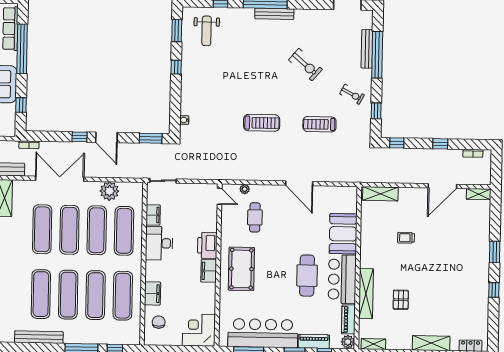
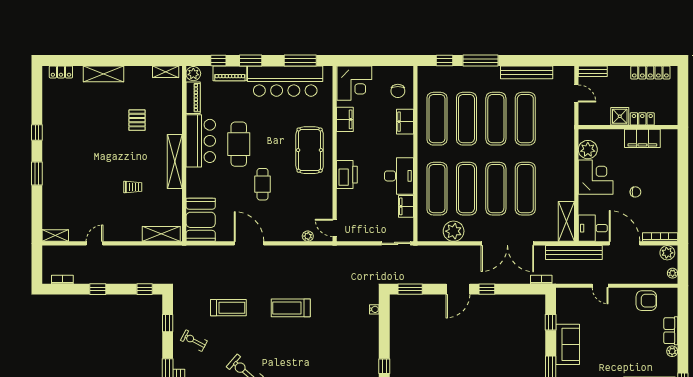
door: (106, 137) -> (458, 289), swing flipped
door: (442, 186) -> (95, 243), width x0.53
cafe table: (255, 217) -> (263, 184), moved
booth: (343, 234) -> (201, 220), moved
filing cabinet: (209, 271) -> (345, 119), moved
shelving: (366, 294) -> (175, 162), moved

